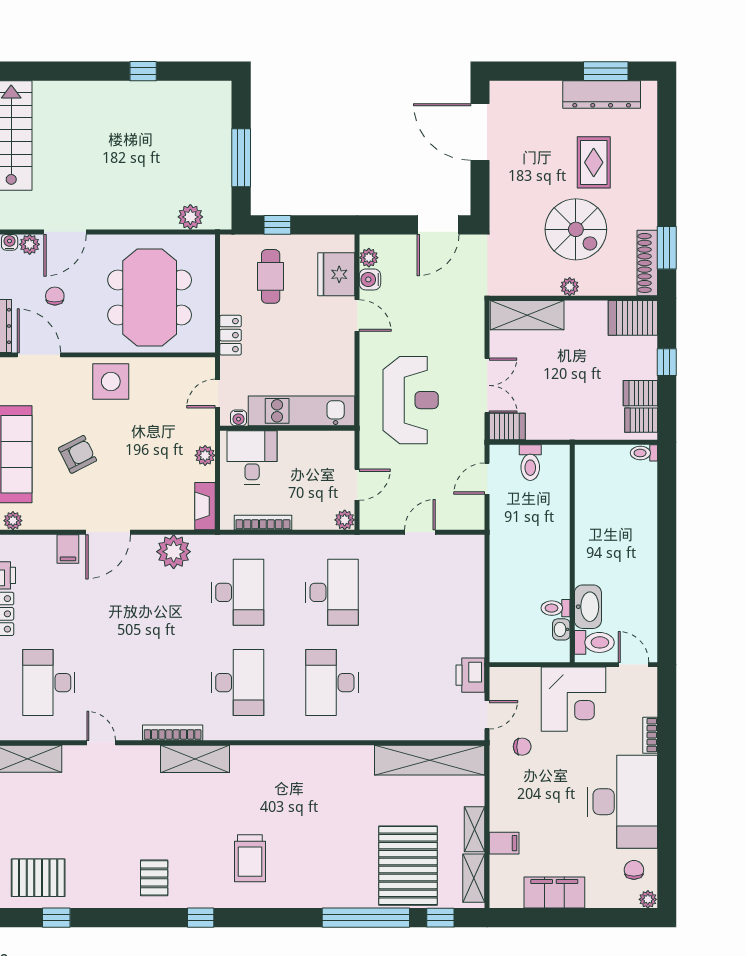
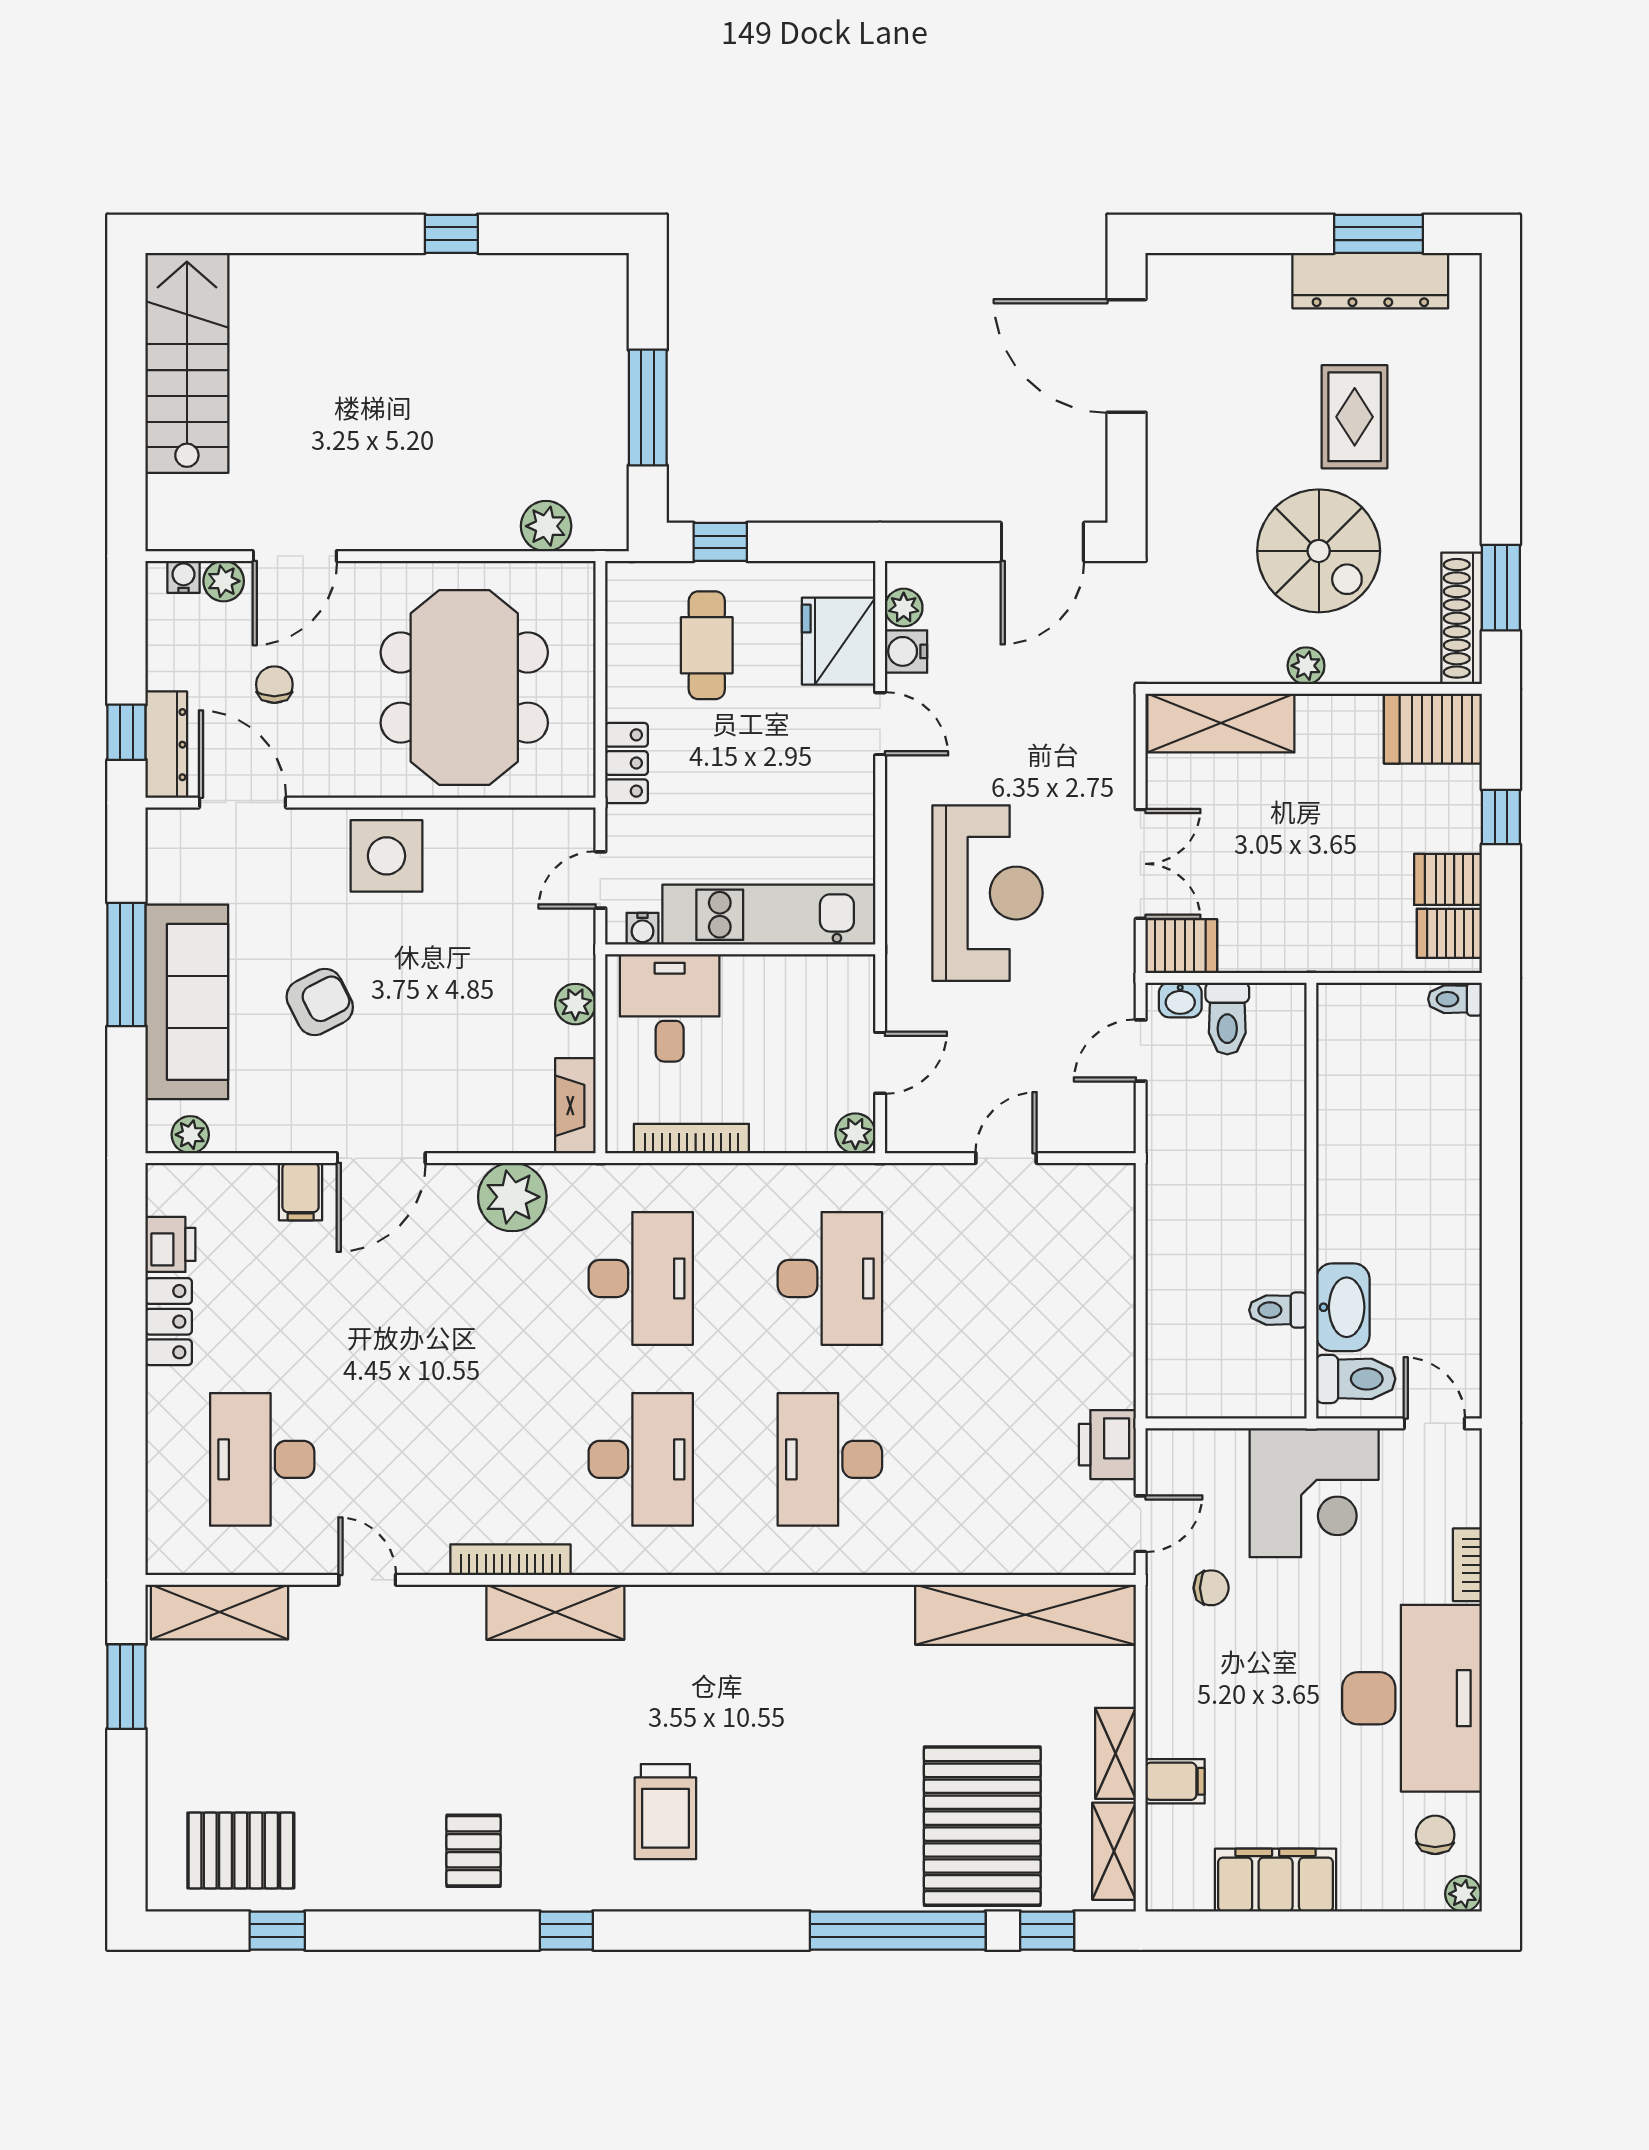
washbasin: (561, 629) -> (1180, 1000), moved, turned -90

